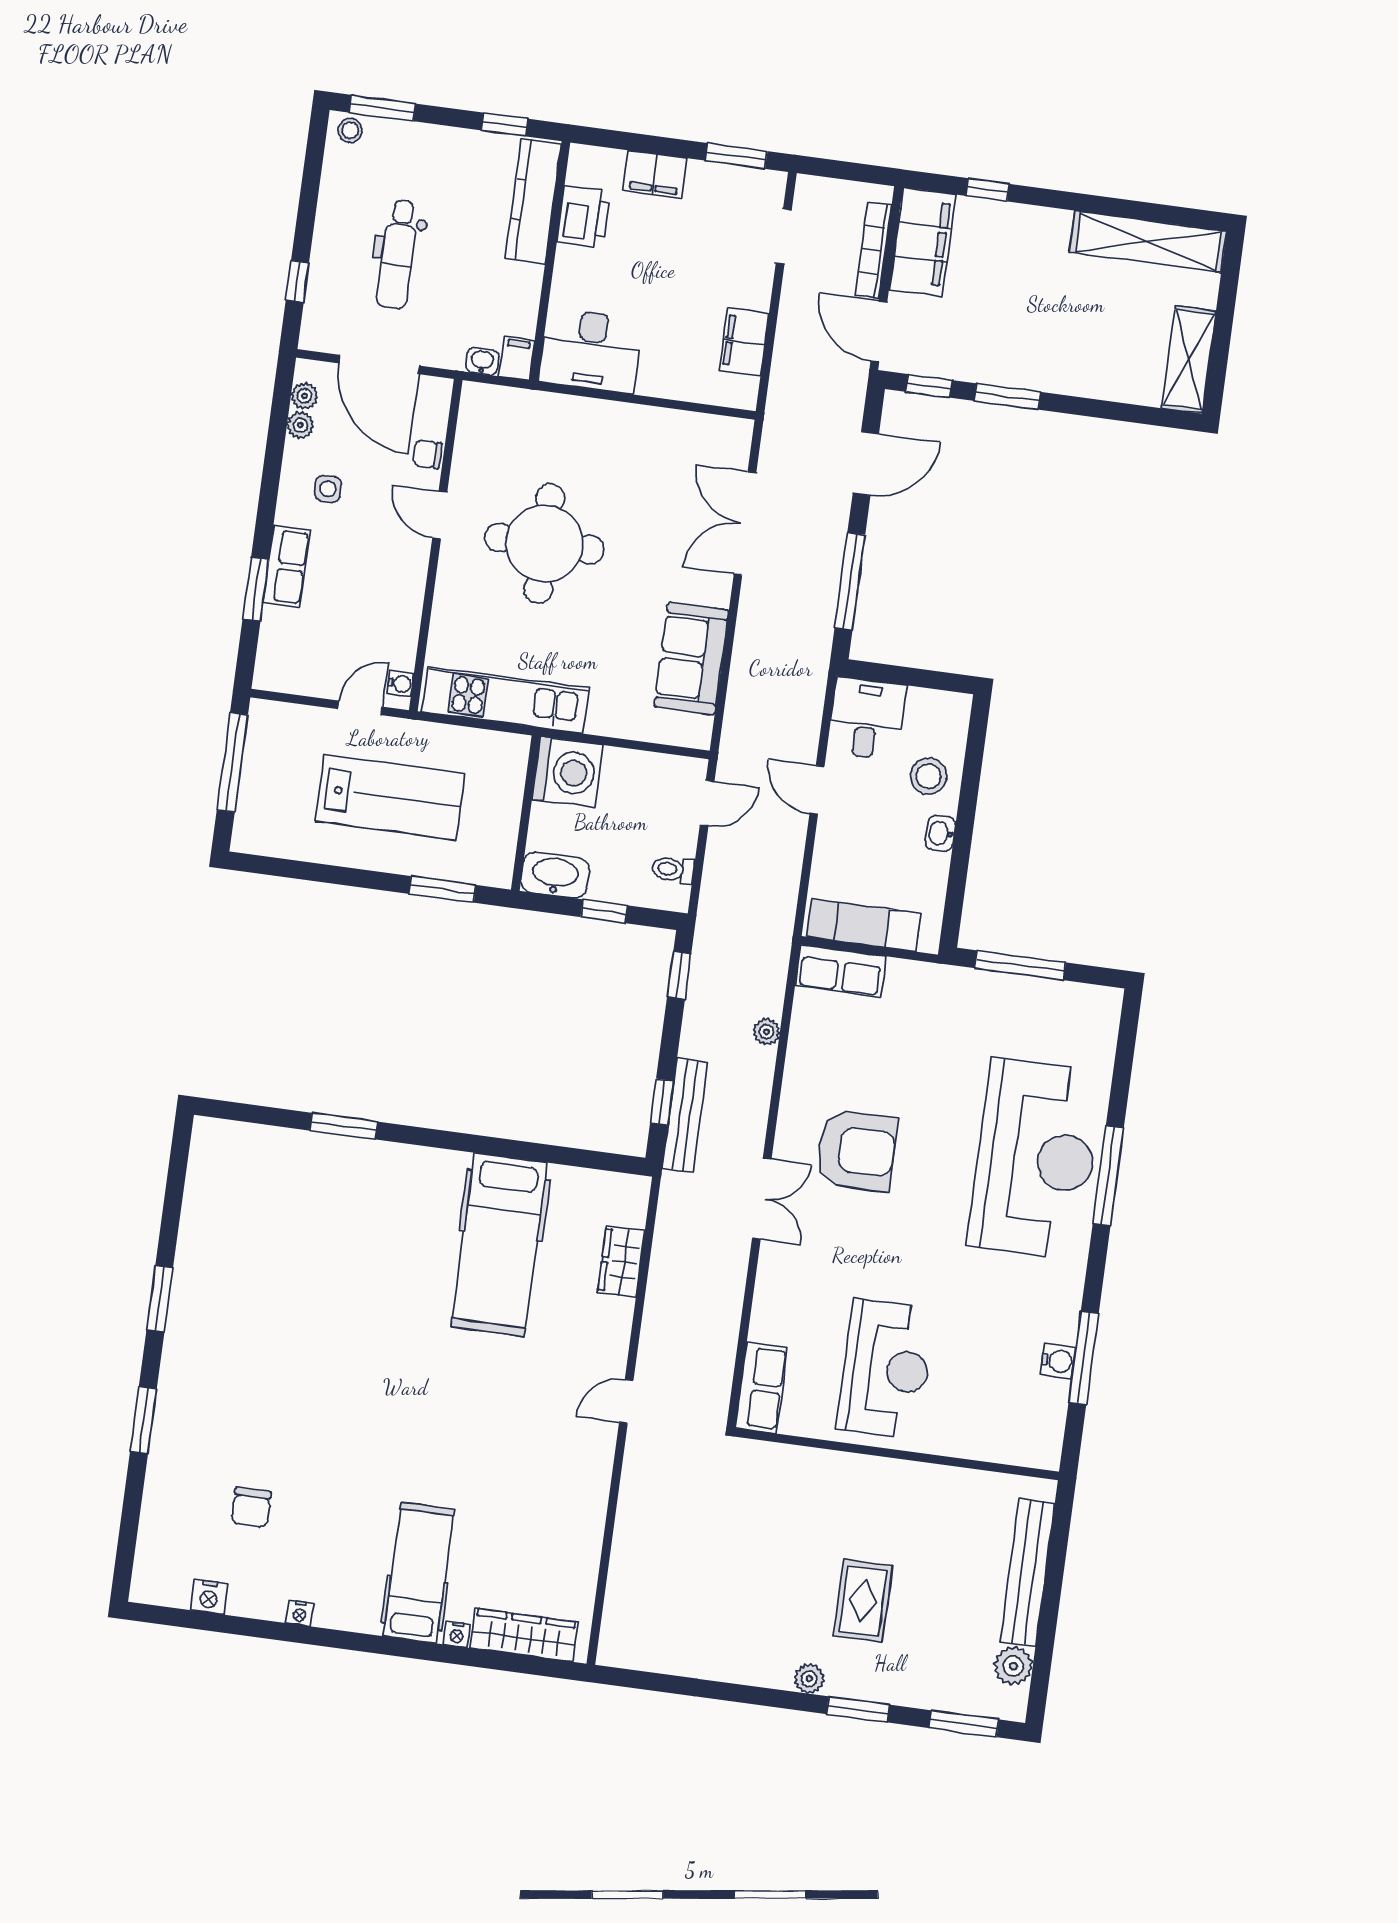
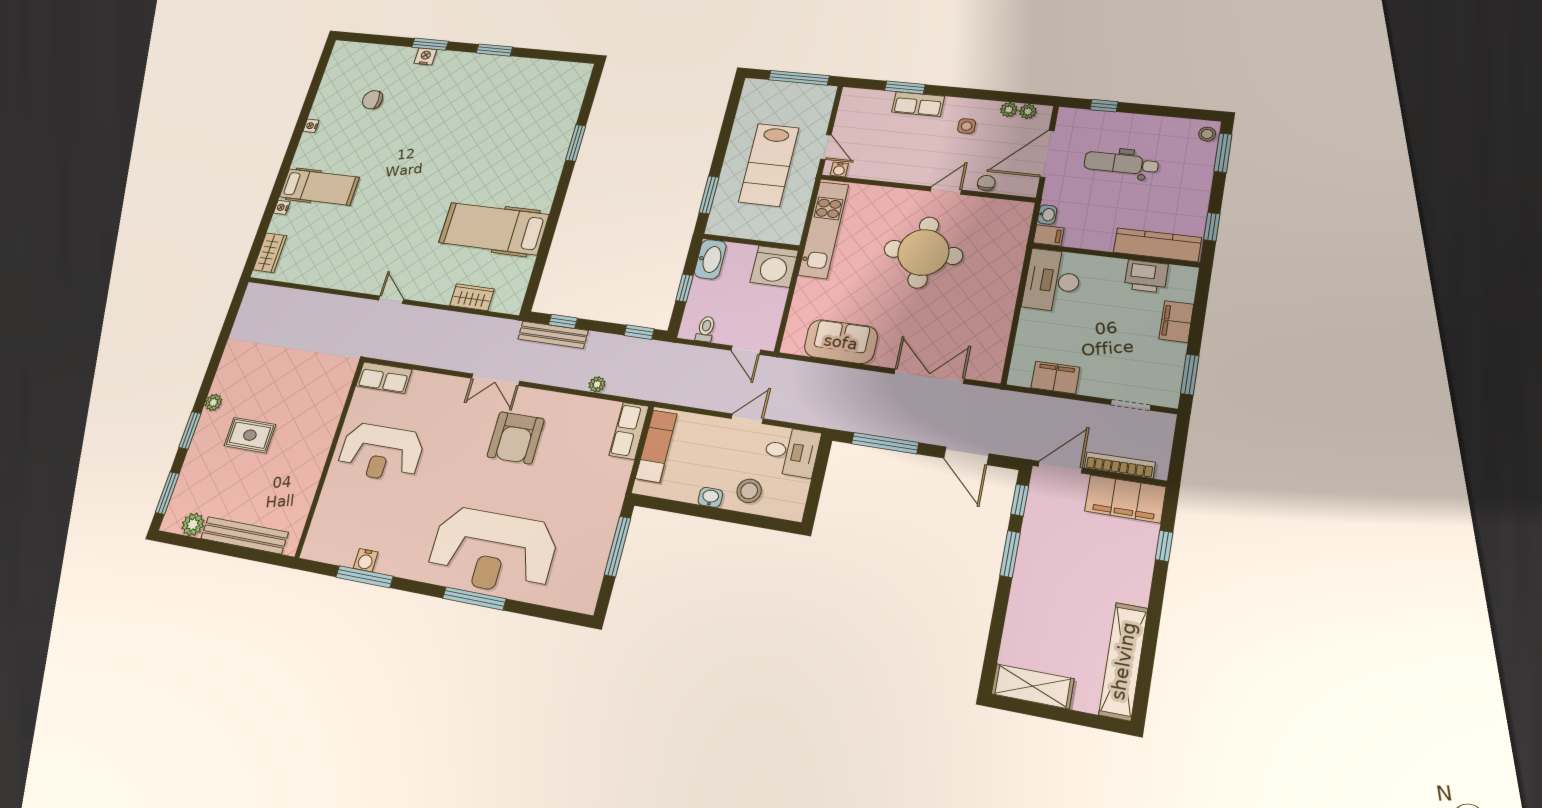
nightstand: (209, 1597) -> (425, 56), moved, turned 90
wardrobe: (524, 1635) -> (270, 253), width x0.67

